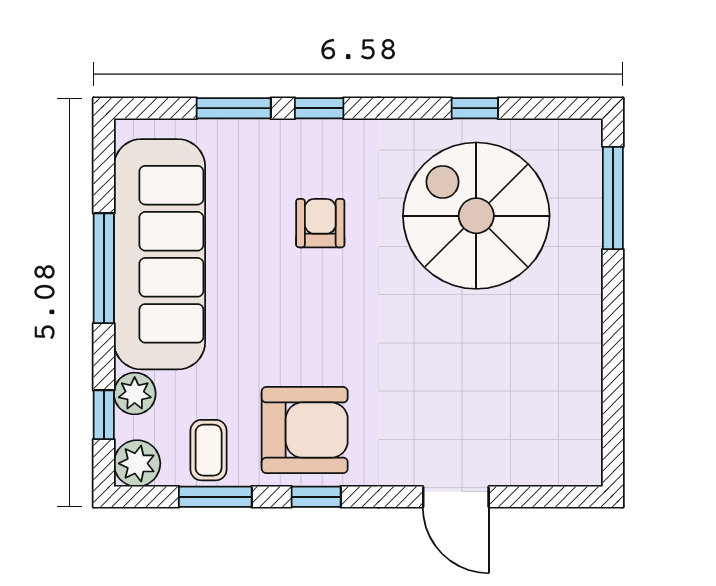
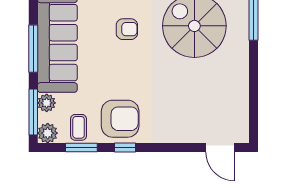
armchair: (320, 223) -> (127, 29), turned 90
window: (104, 415) -> (33, 112), width x2.17
door: (456, 497) -> (220, 148), moved

